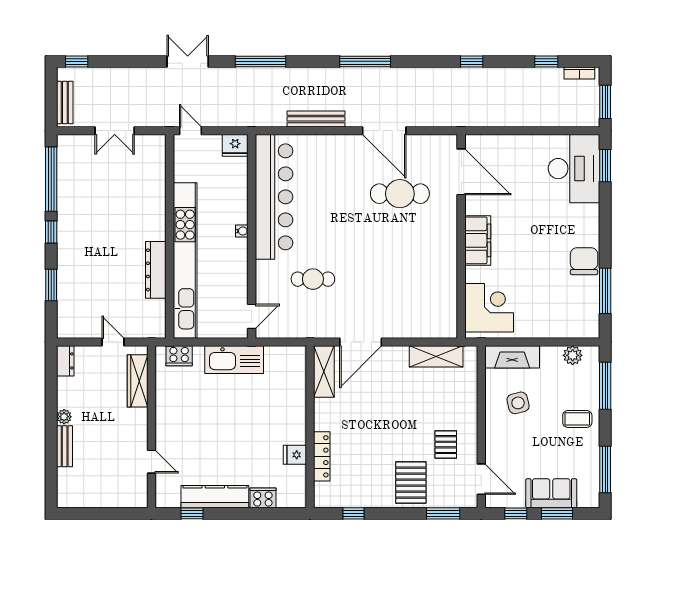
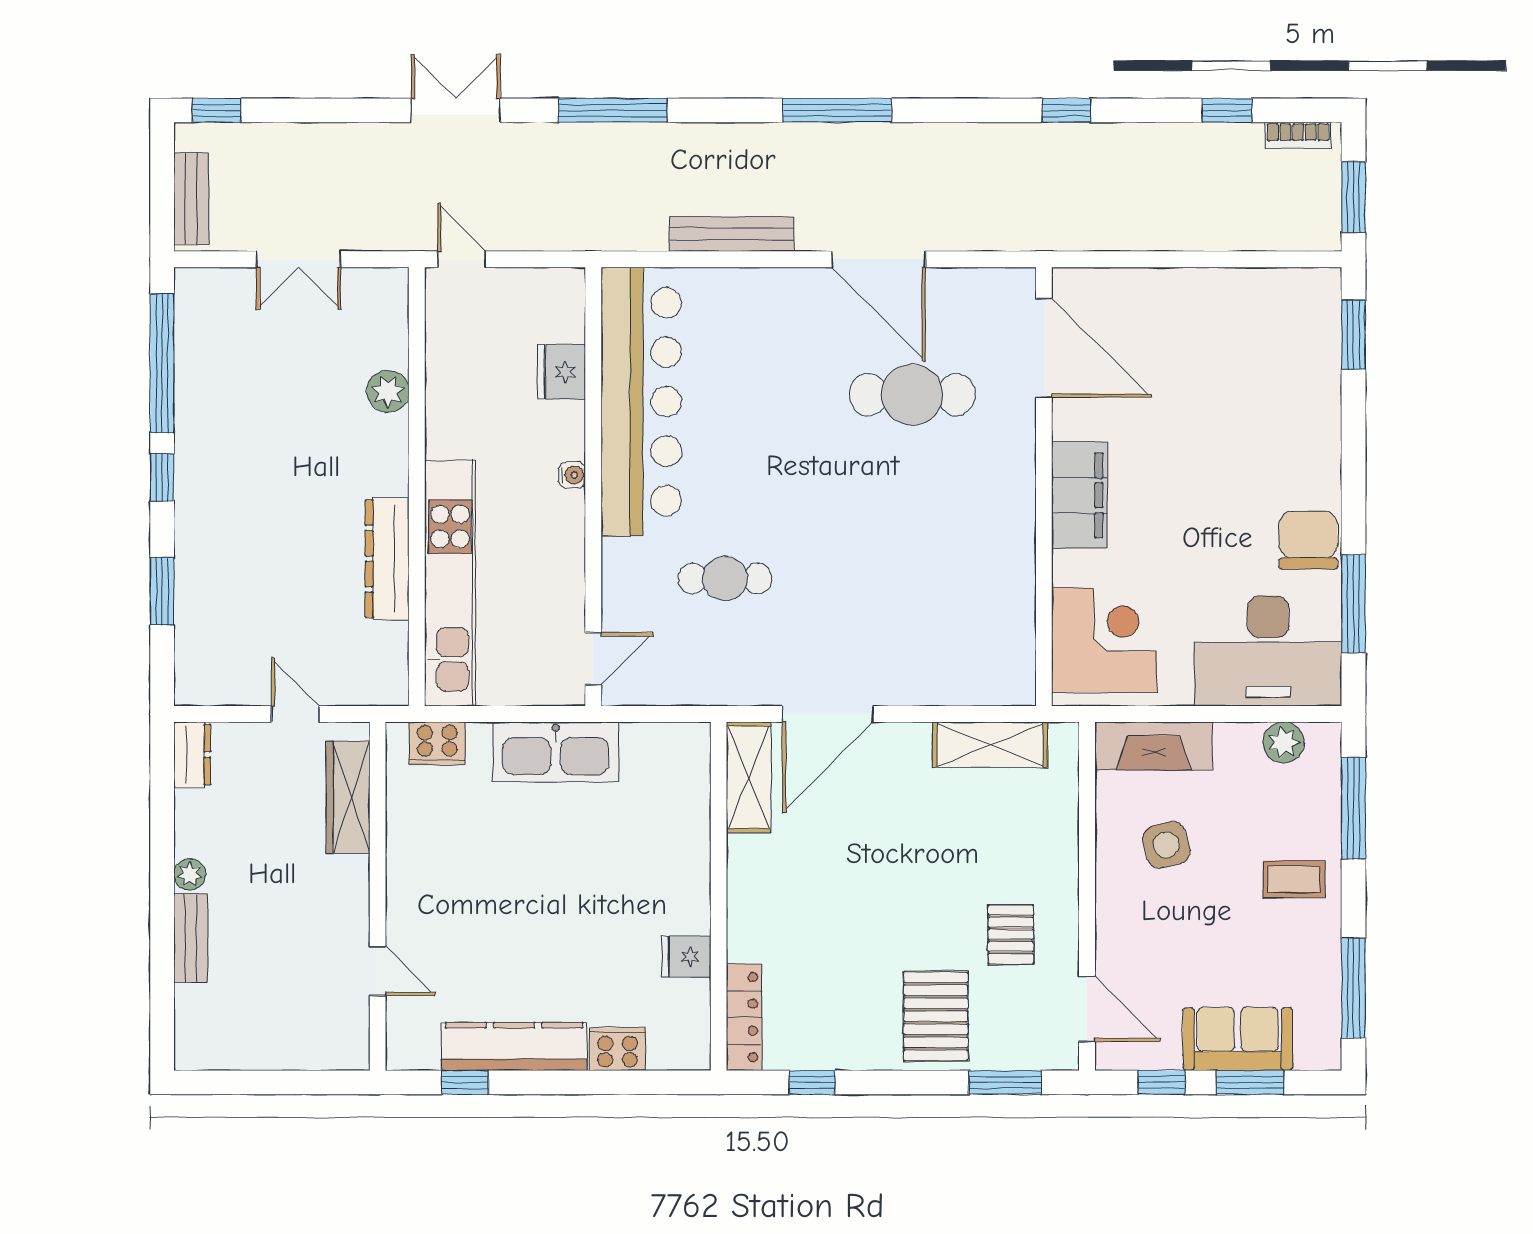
fridge: (235, 145) -> (562, 372), moved, turned 90
desk: (574, 169) -> (1268, 651), moved, turned 90
plant: (156, 192) -> (388, 391), added
kitchen unit: (185, 260) -> (450, 583), width x0.73
locker: (322, 456) -> (744, 1017), moved

